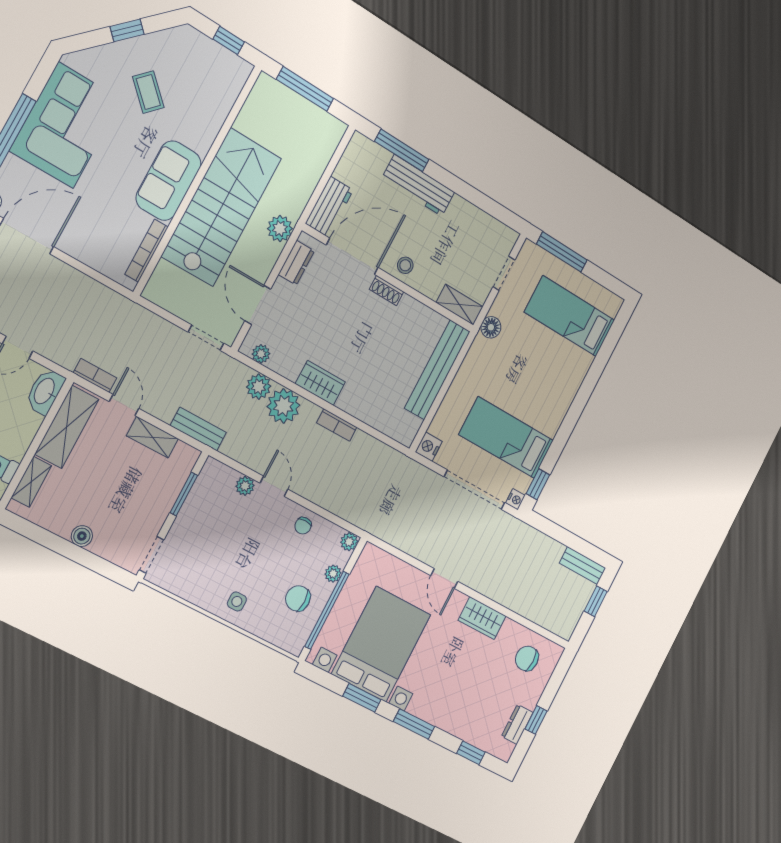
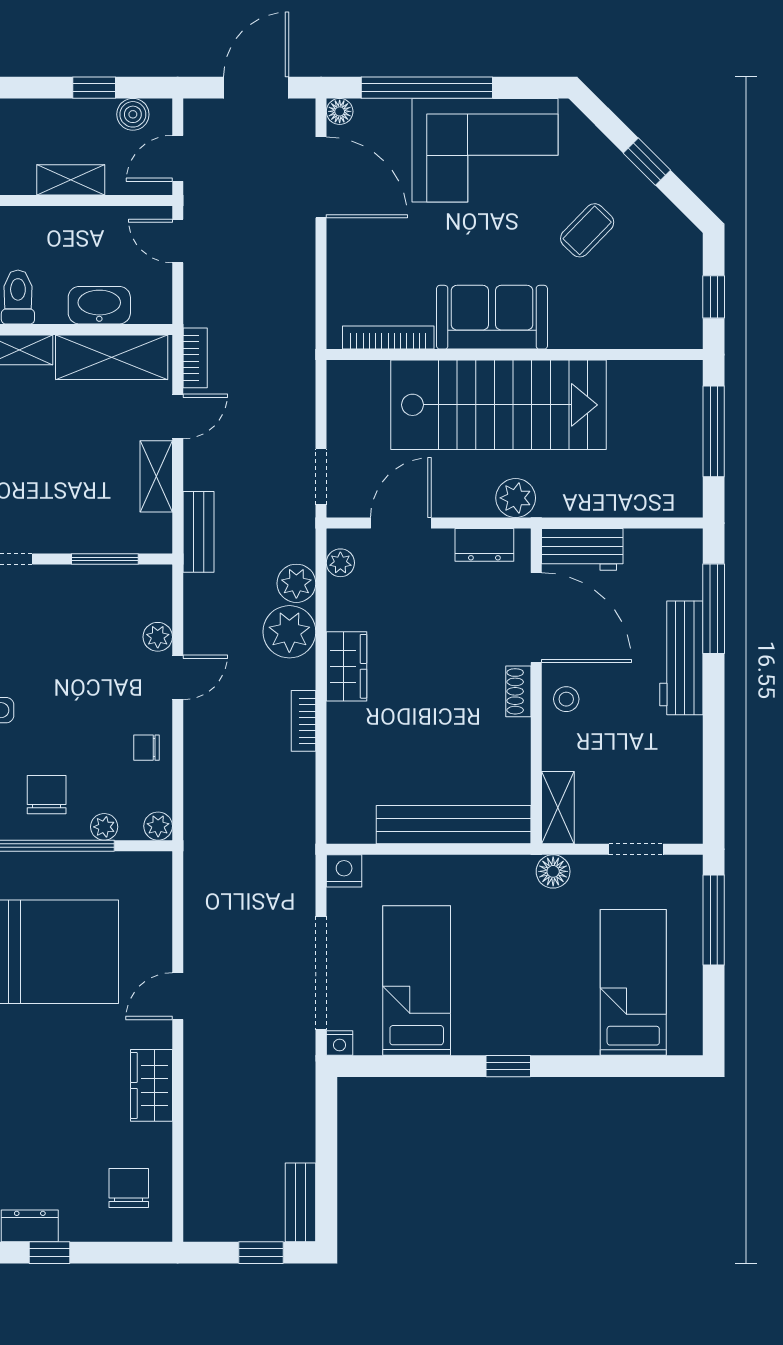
washbasin: (45, 391) -> (99, 305), moved
window: (538, 484) -> (508, 1066), moved

